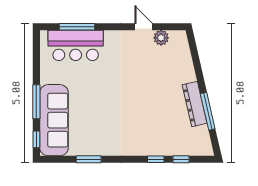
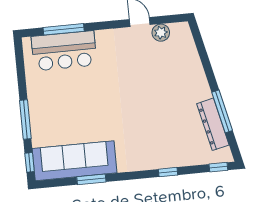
dresser: (195, 104) -> (213, 124), moved
sofa: (54, 120) -> (75, 161), moved, turned -90
window: (181, 159) -> (218, 167), moved

